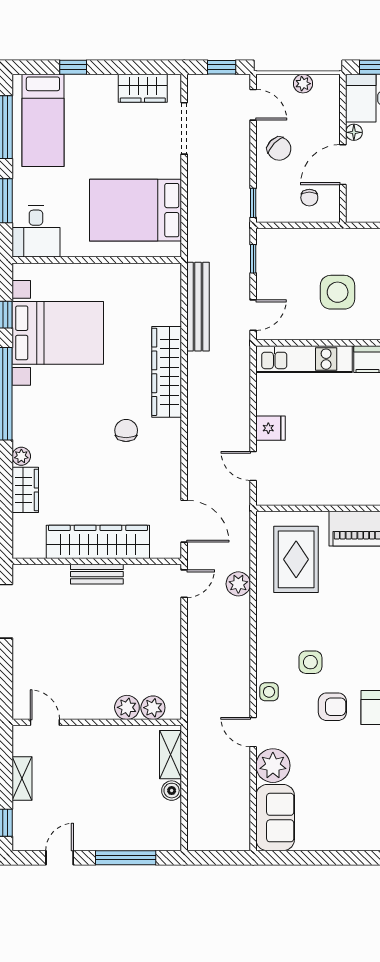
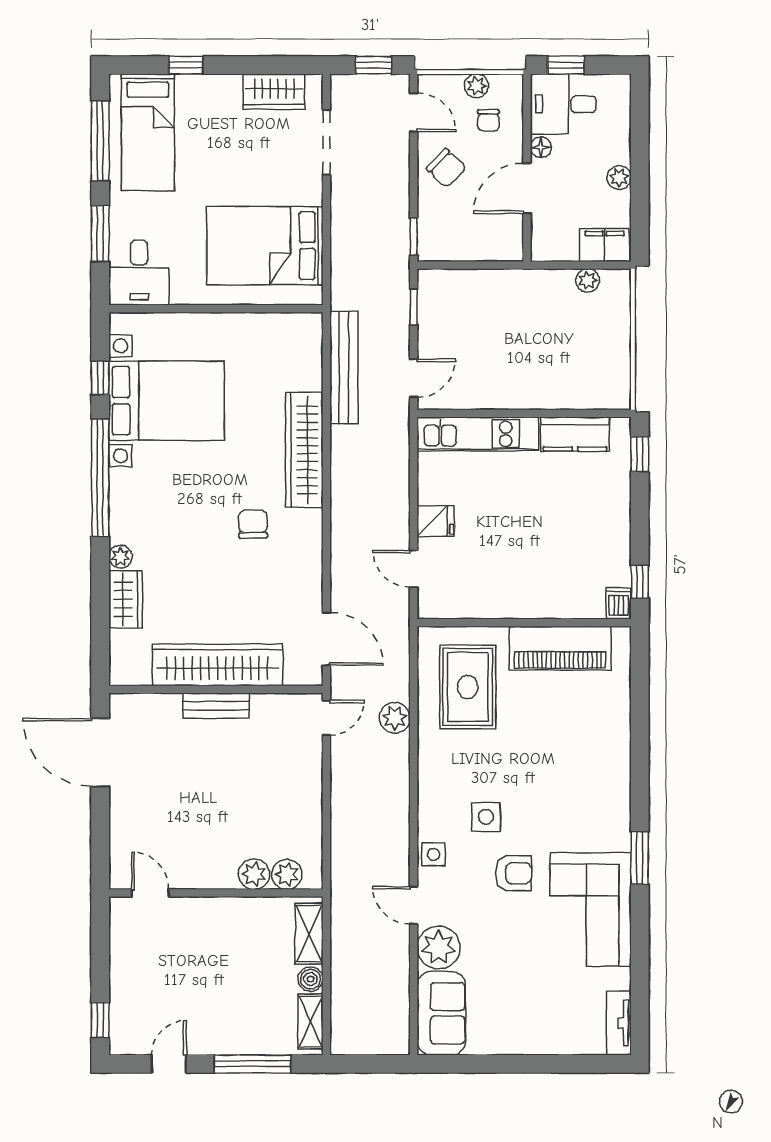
chair: (309, 198) -> (488, 120), moved
side table: (338, 292) -> (520, 349), removed
shelving: (22, 778) -> (310, 1021), moved

